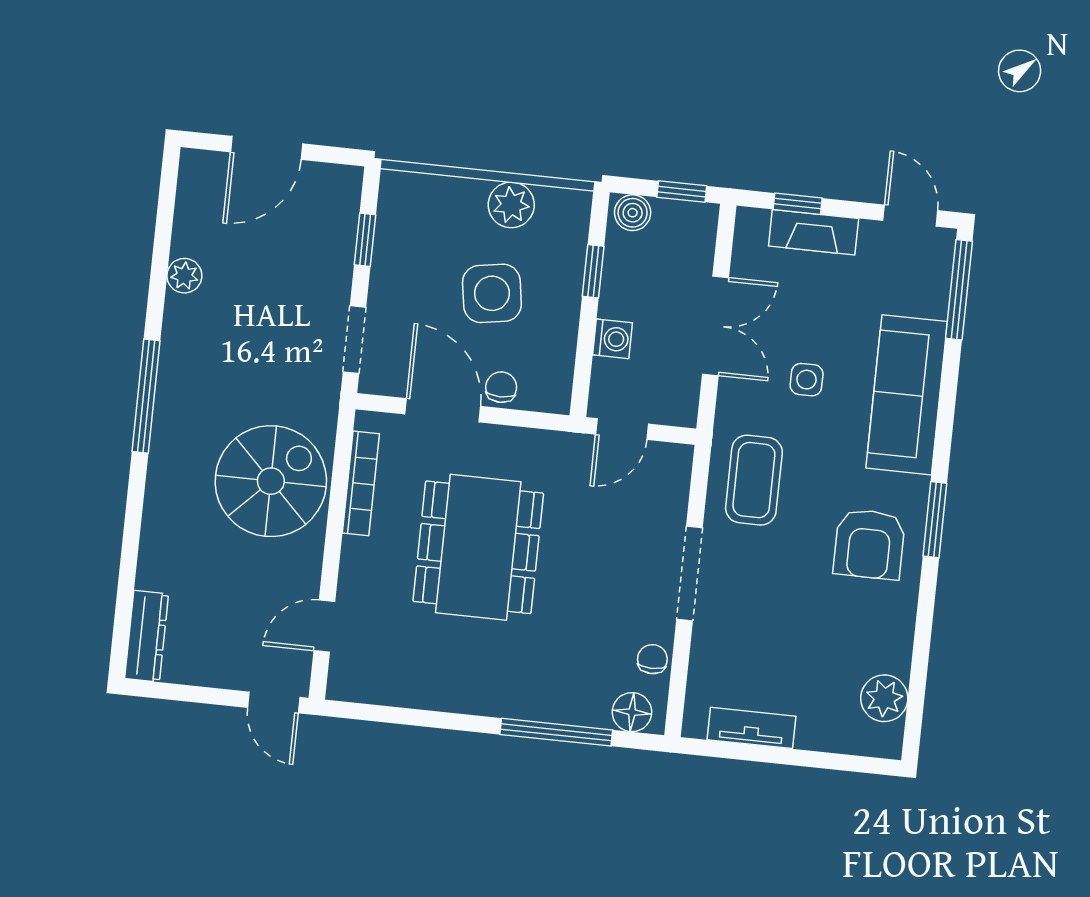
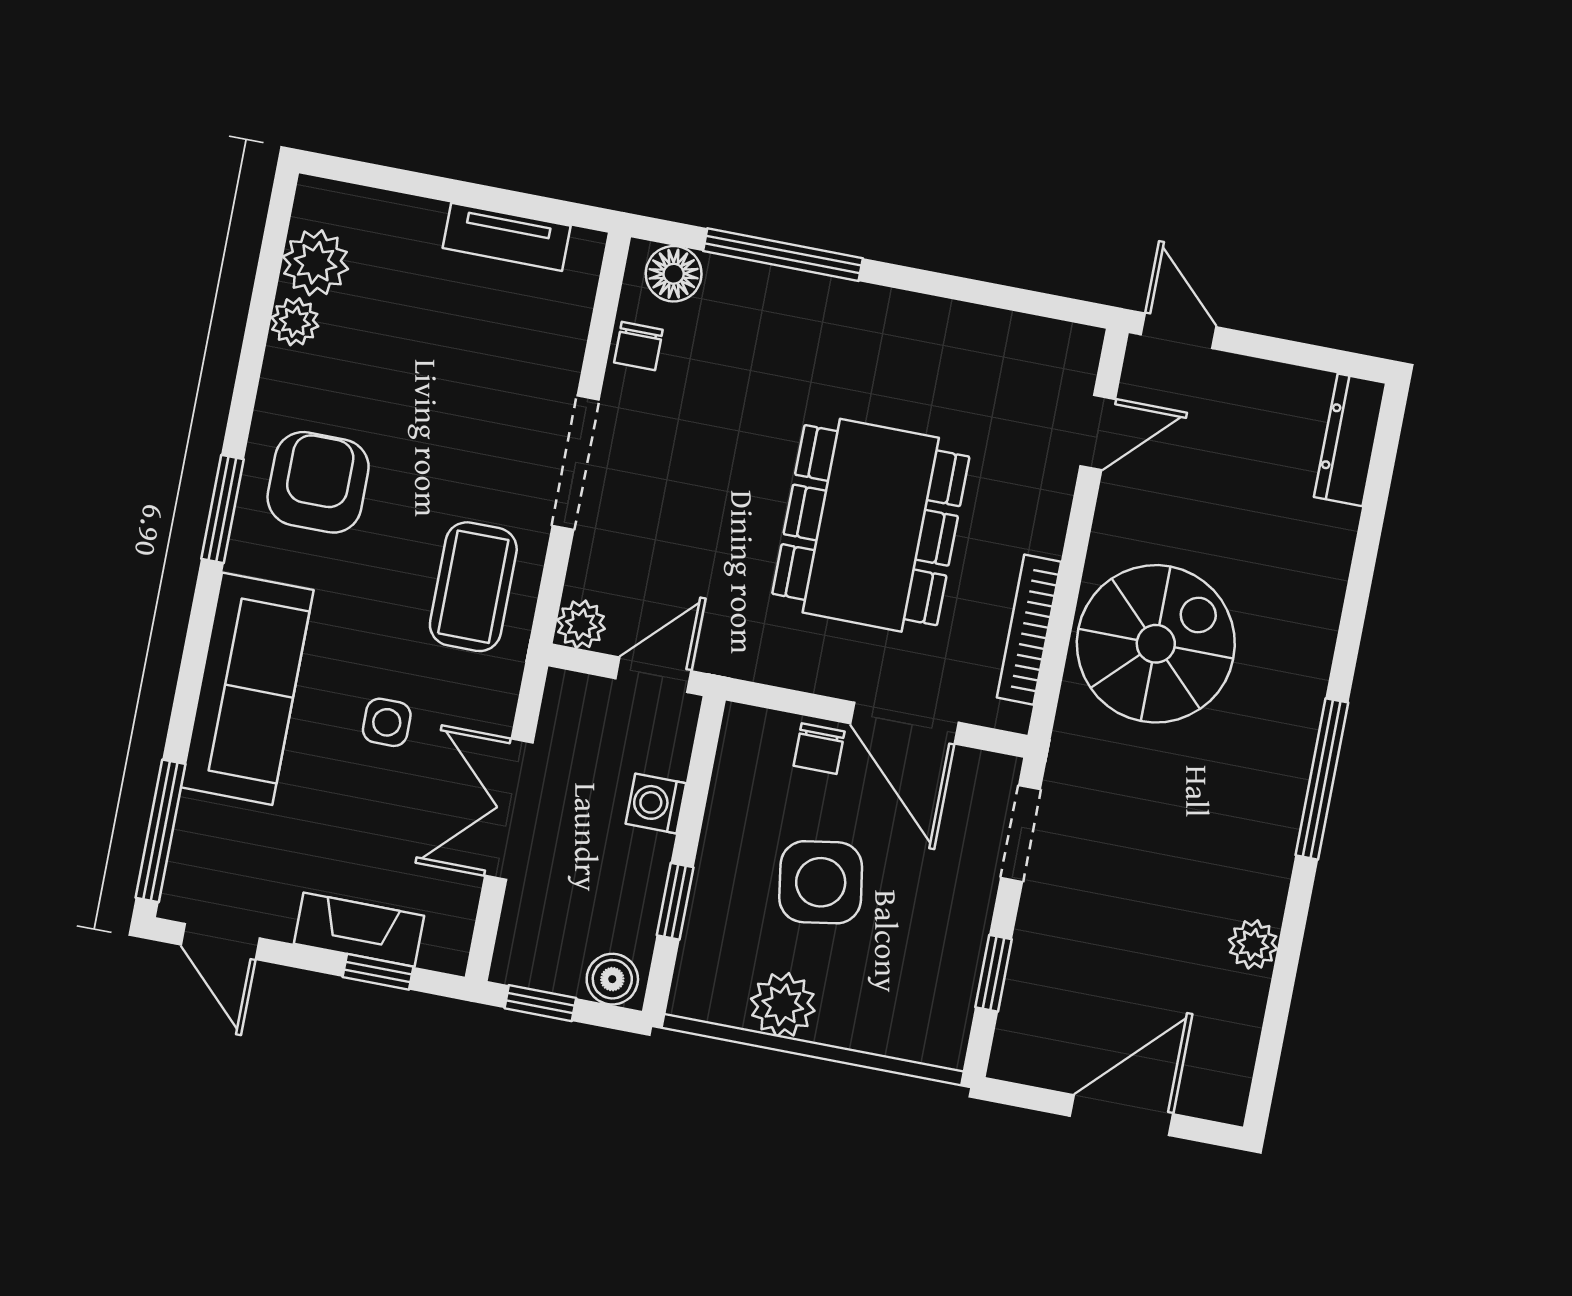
plant: (676, 460) -> (581, 624), added
spiral stairs: (271, 481) -> (1156, 644), turned 180
plant: (895, 656) -> (295, 322), added

